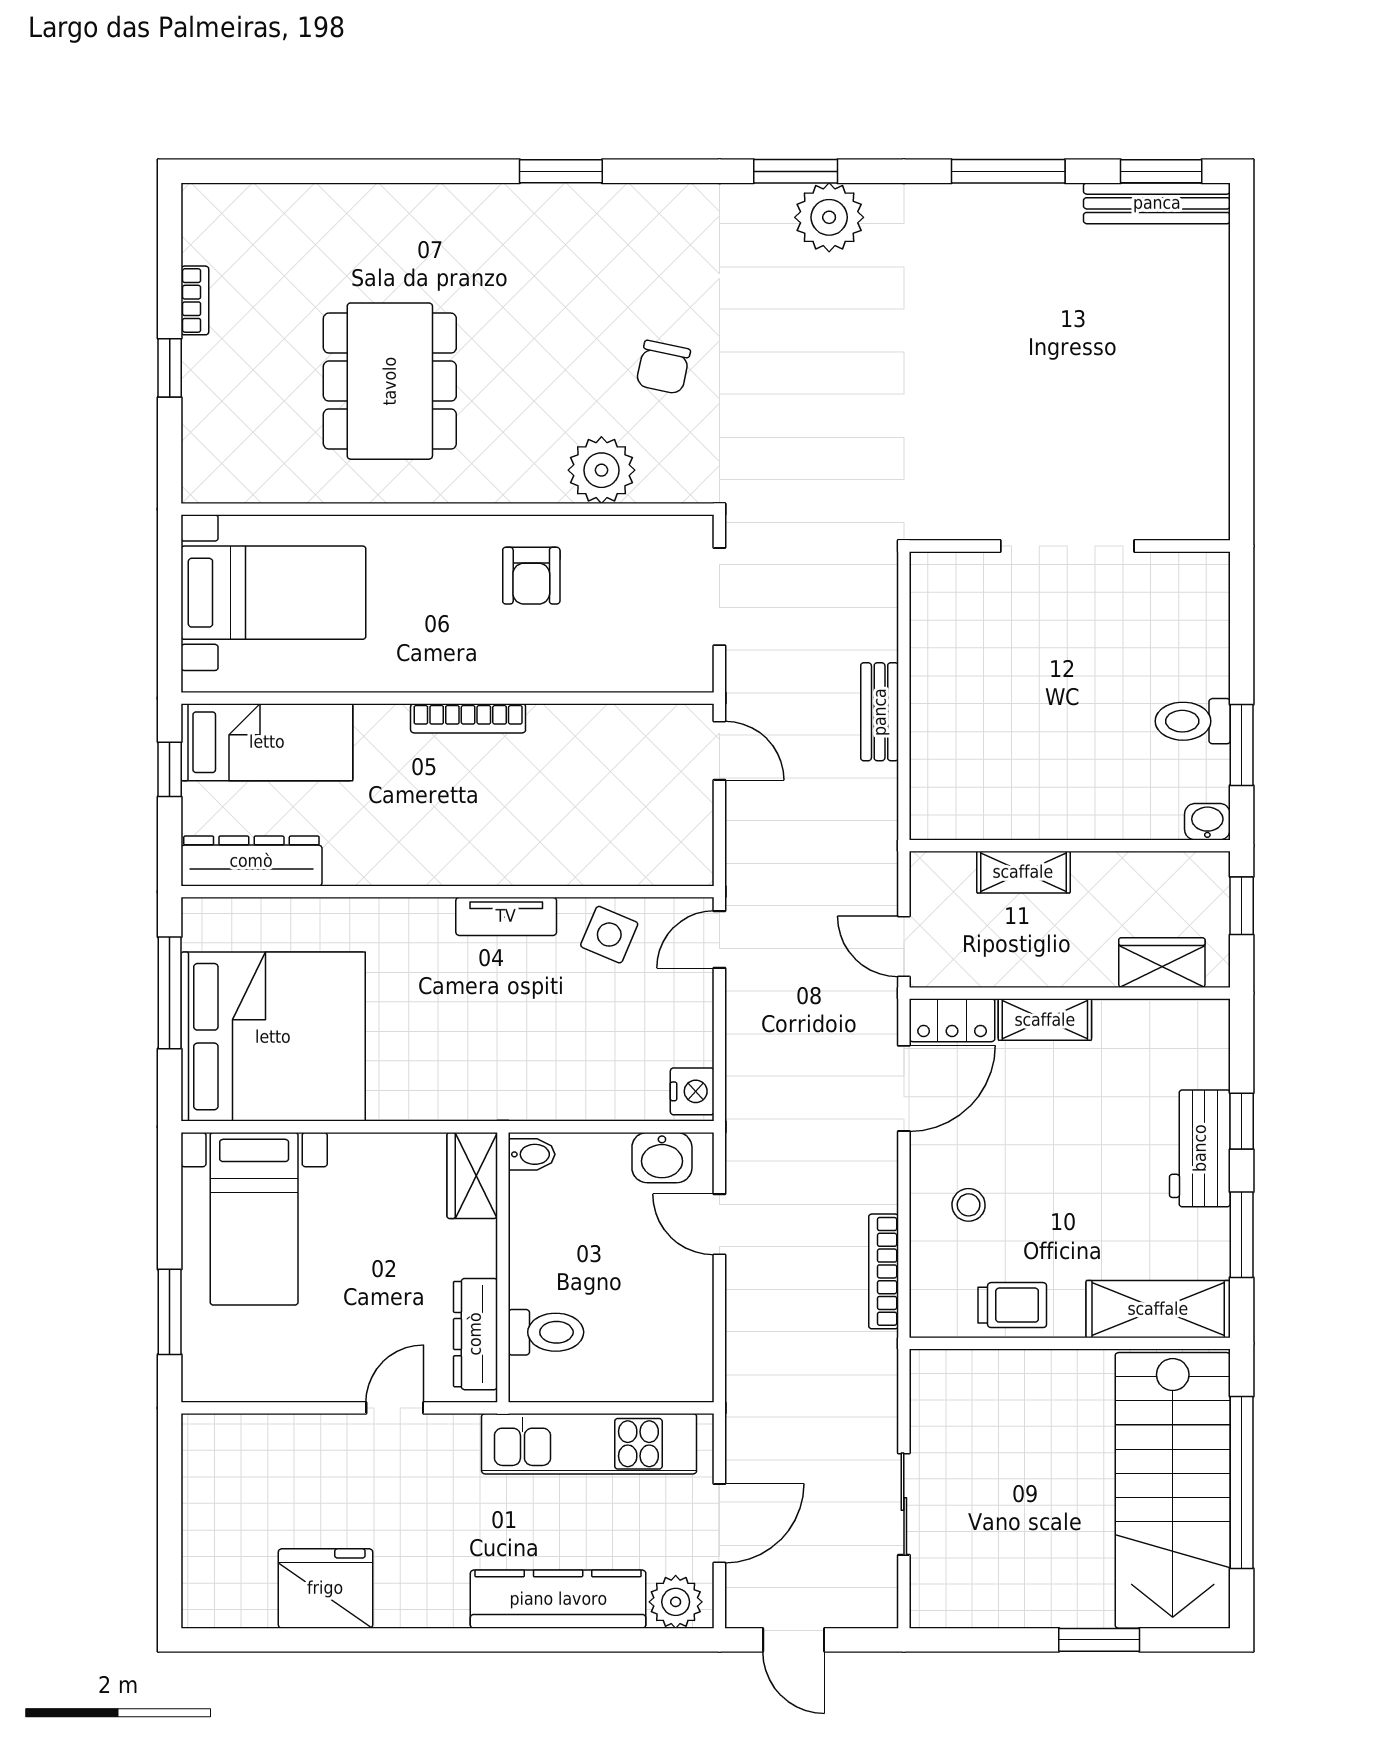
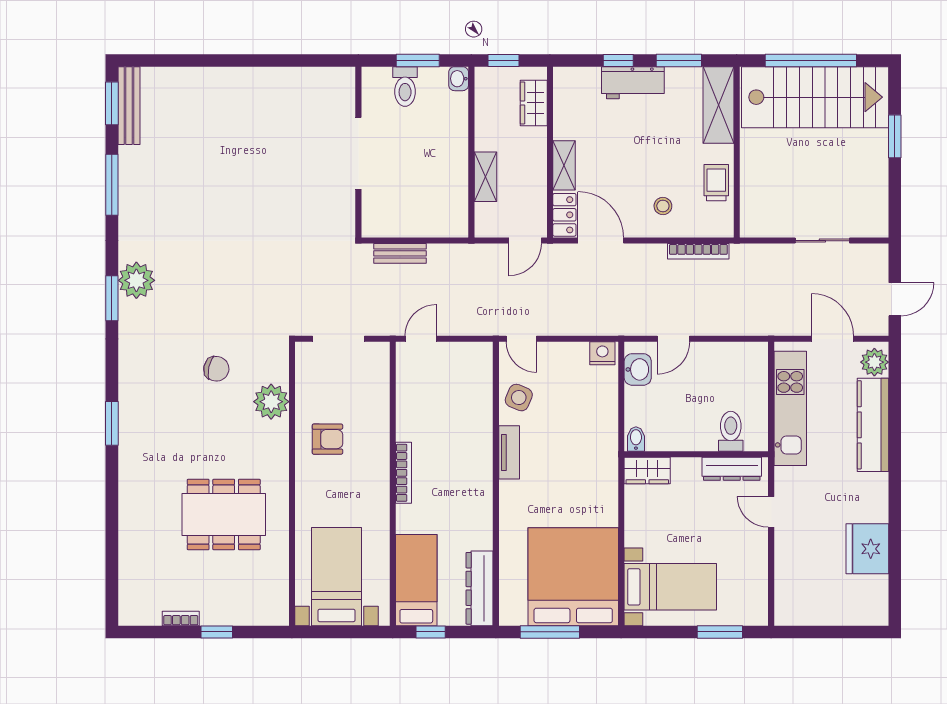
doorway: (1067, 546) -> (358, 153), moved
wall: (1070, 546) -> (358, 152), moved

